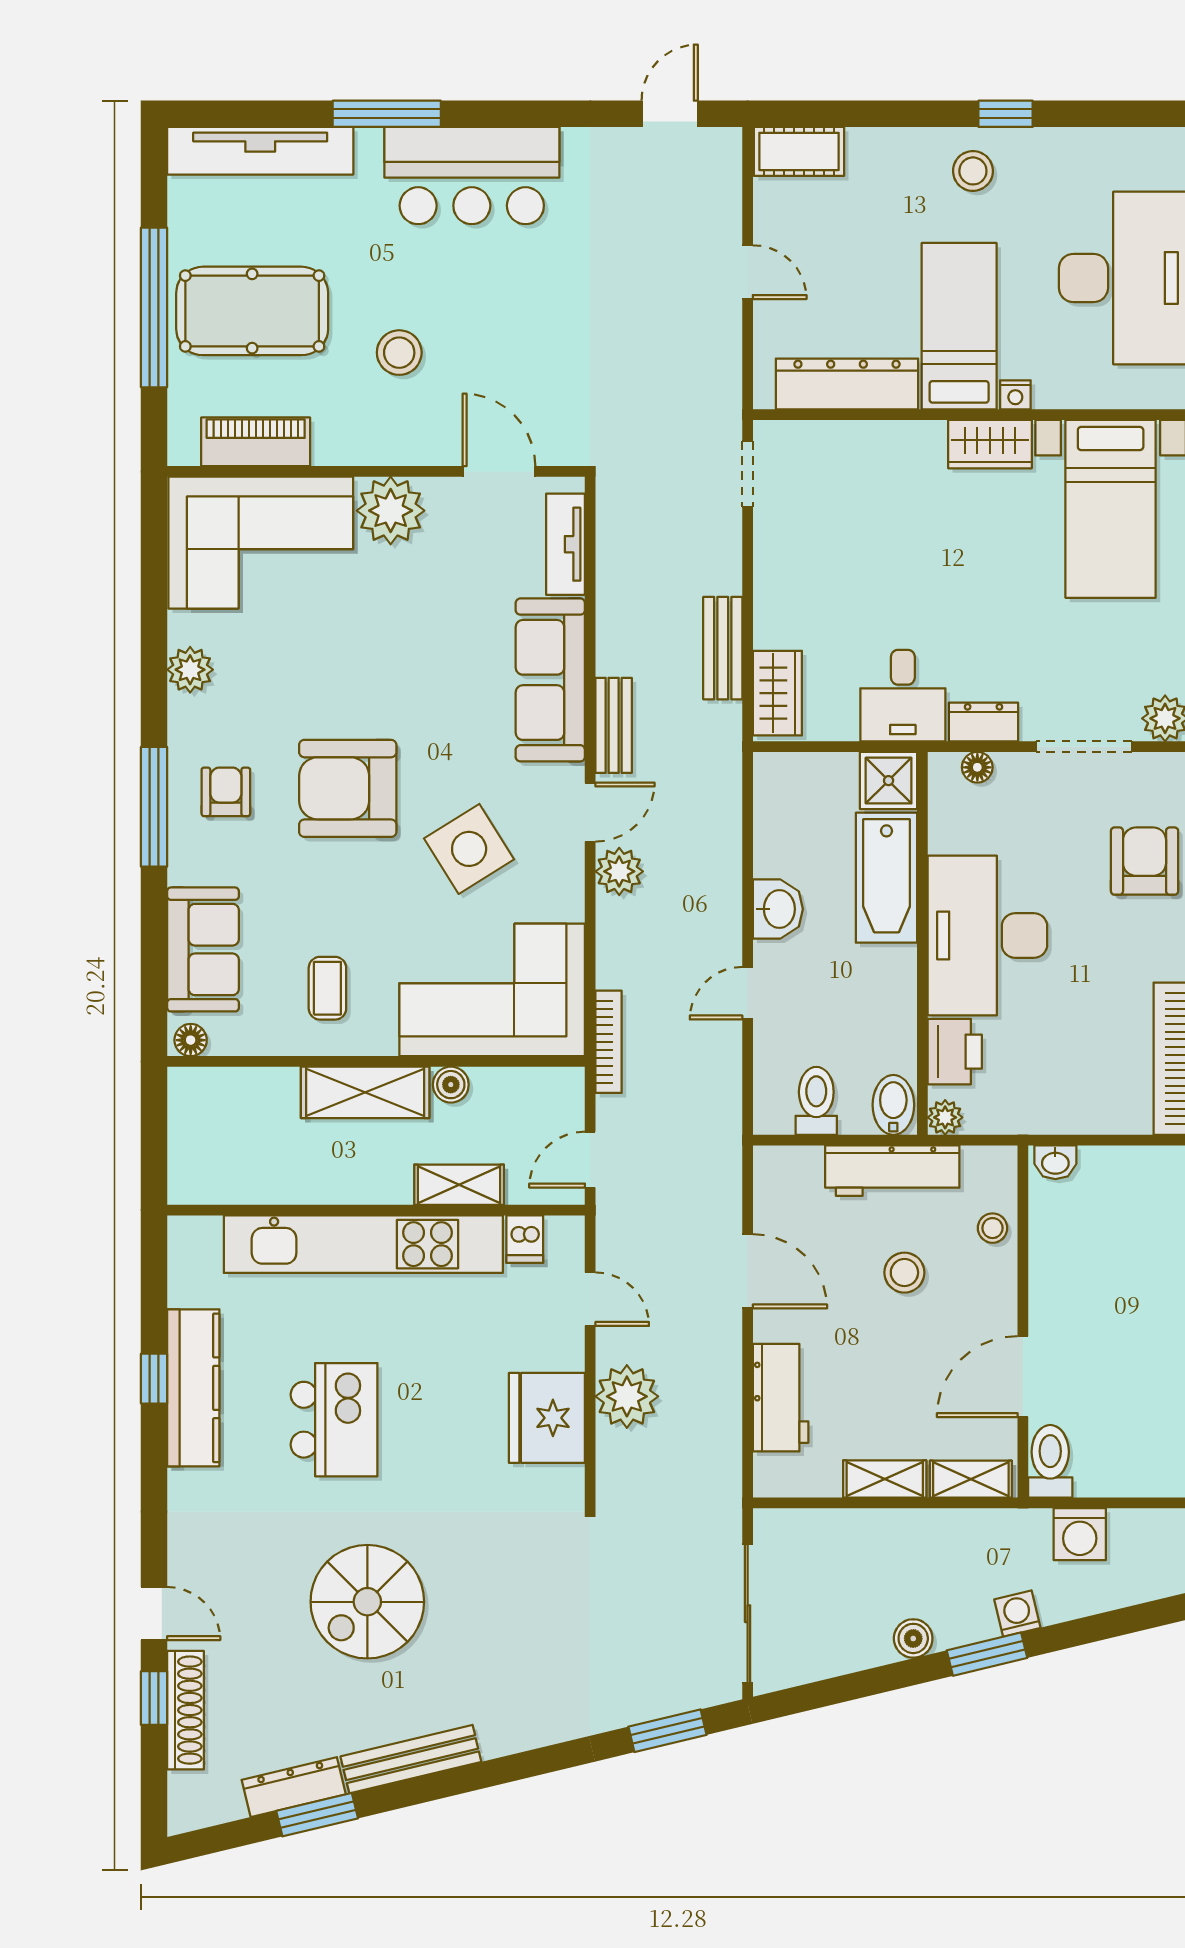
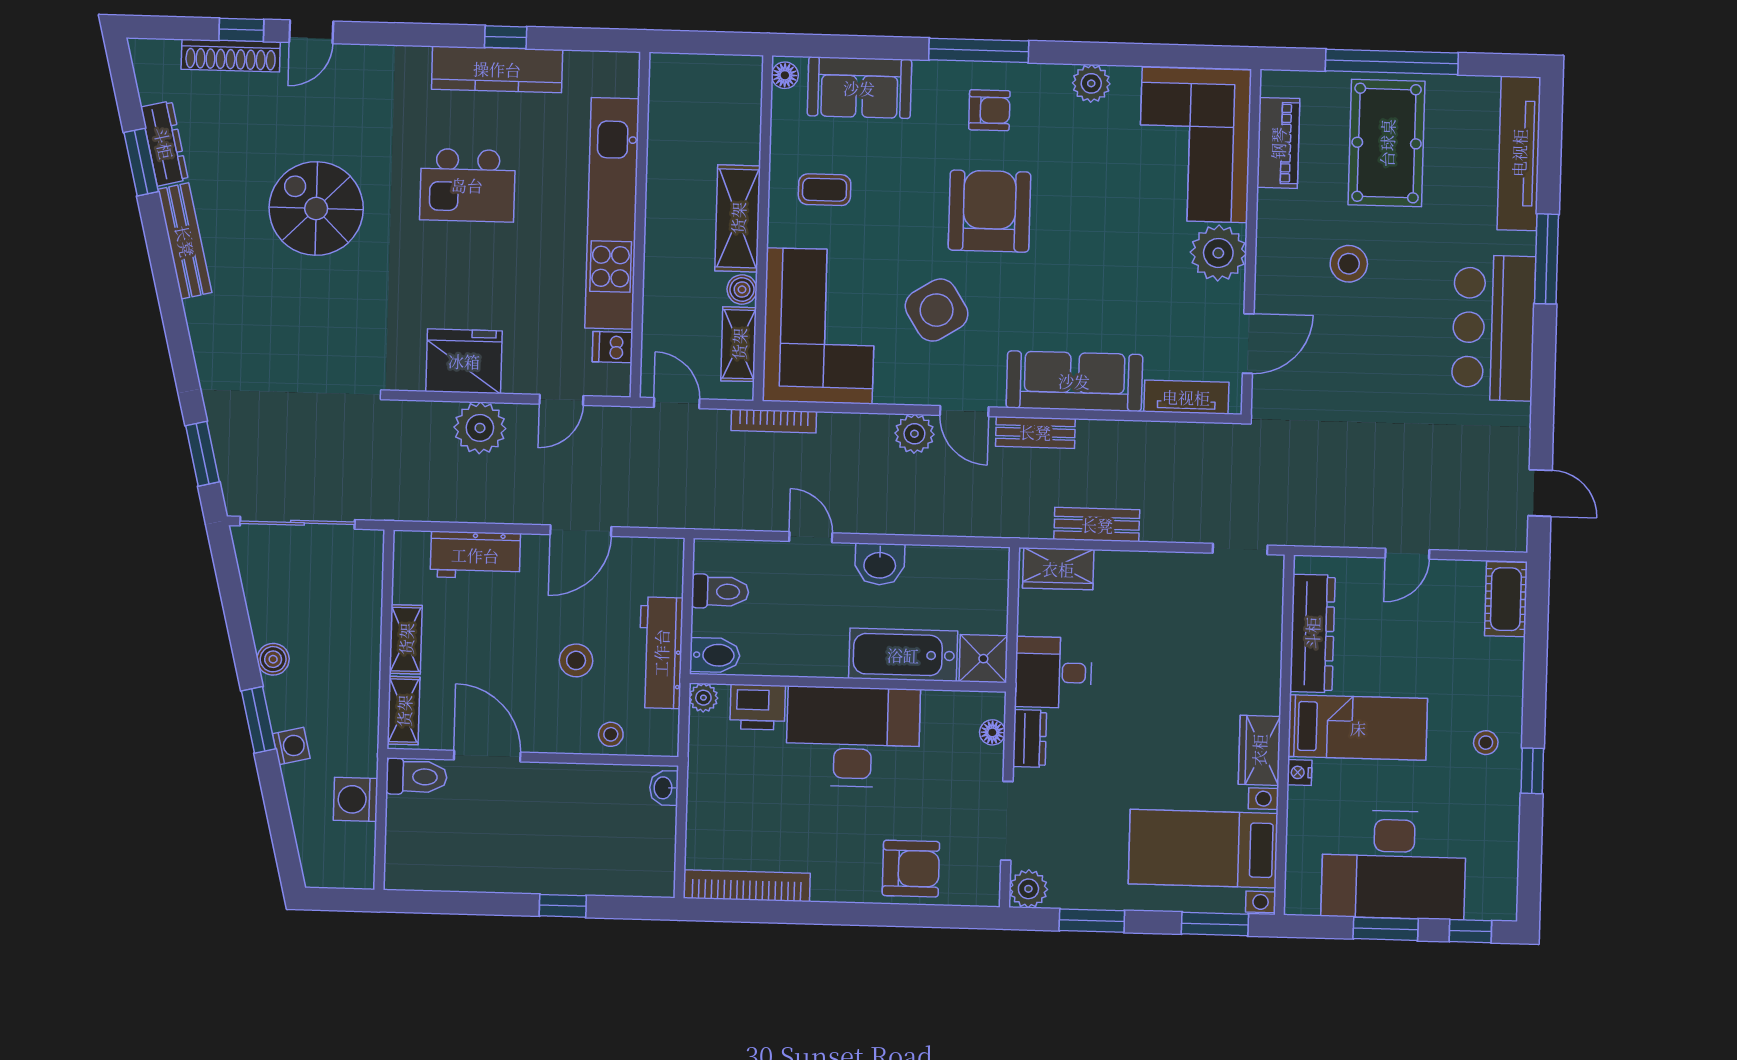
stool: (973, 171) -> (1486, 743), width x0.73, depth x0.73
shelving: (459, 1185) -> (739, 344), moved

